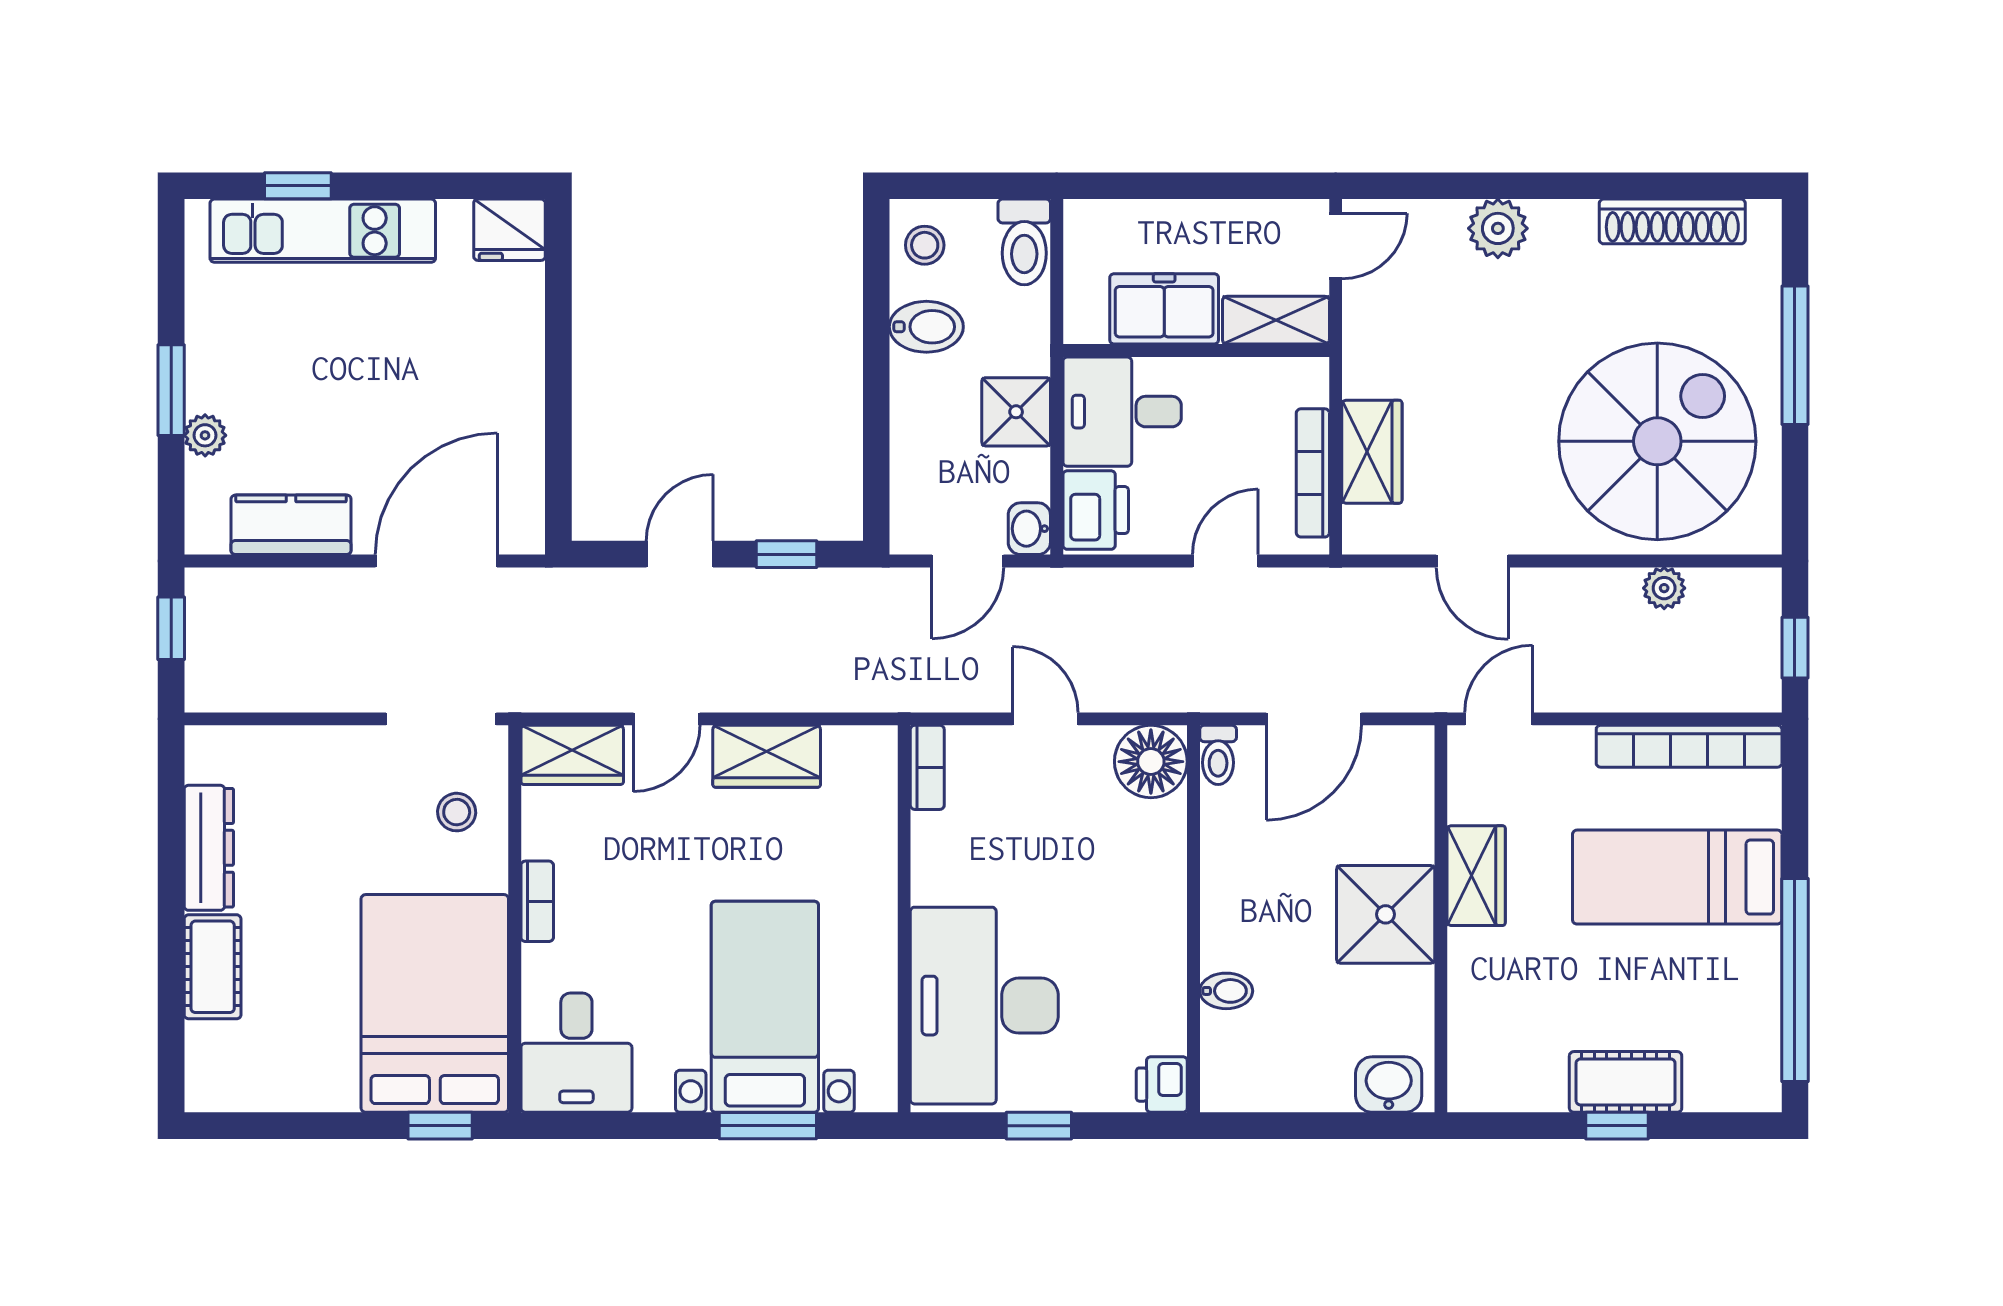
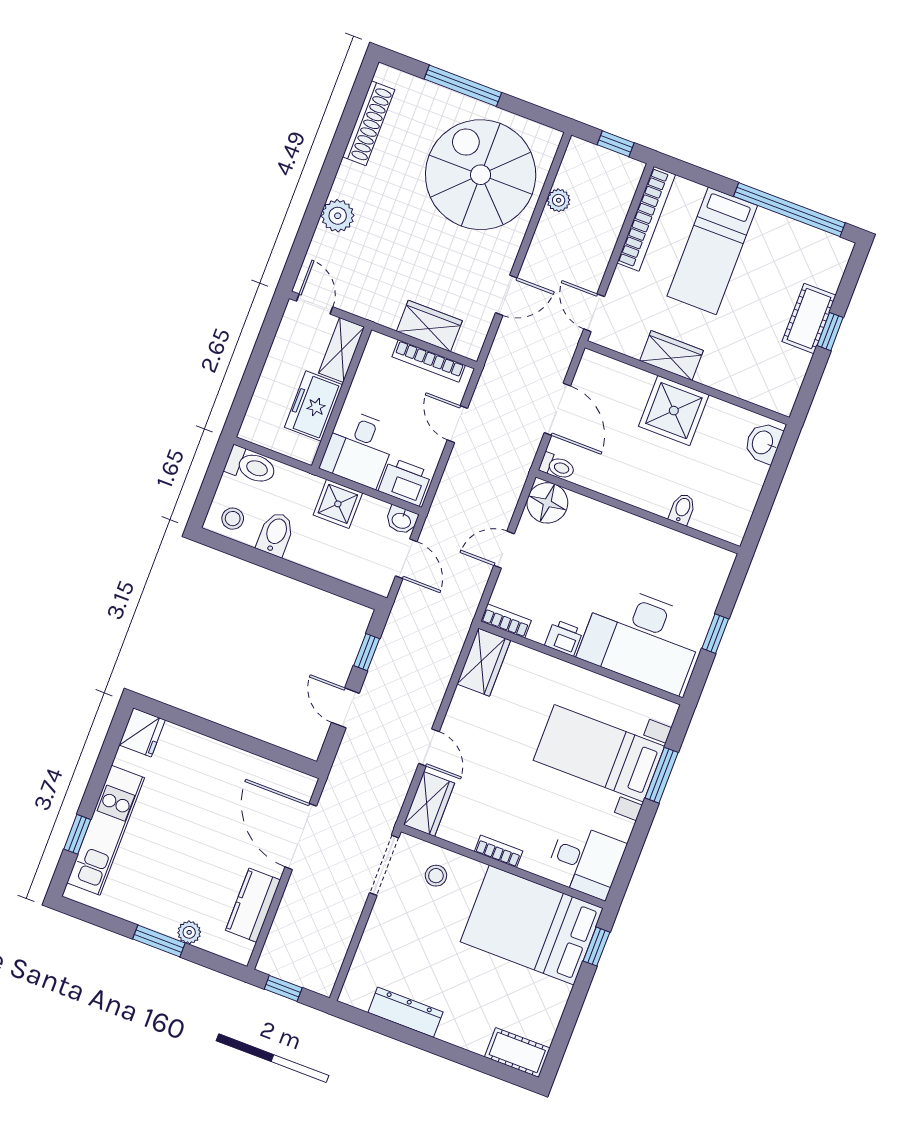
wardrobe: (767, 756) -> (484, 662), moved
cot: (213, 967) -> (517, 1052), moved
printer: (1162, 1085) -> (564, 638), moved, turned 180

